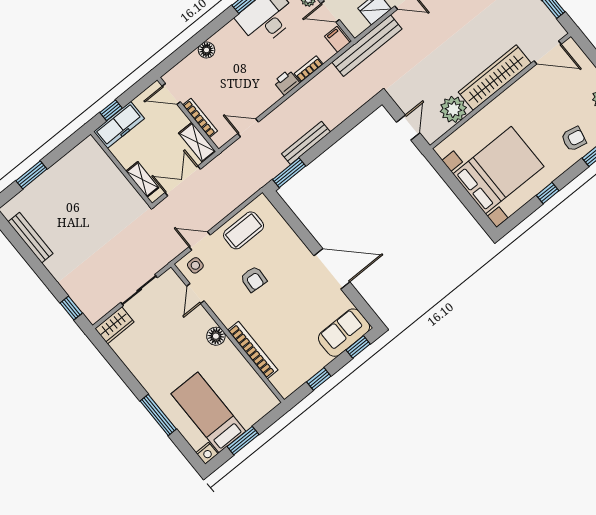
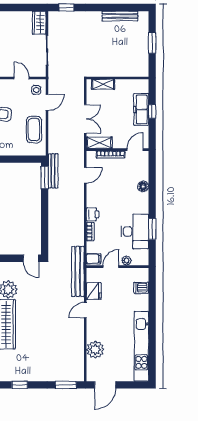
door: (408, 127) -> (31, 258), moved
bench: (306, 143) -> (53, 171), moved
wall: (121, 169) -> (117, 78), moved
shelving: (142, 179) -> (103, 84), moved

